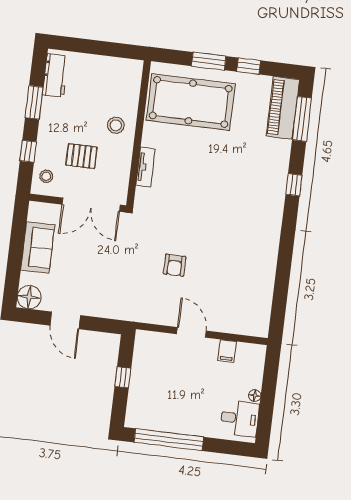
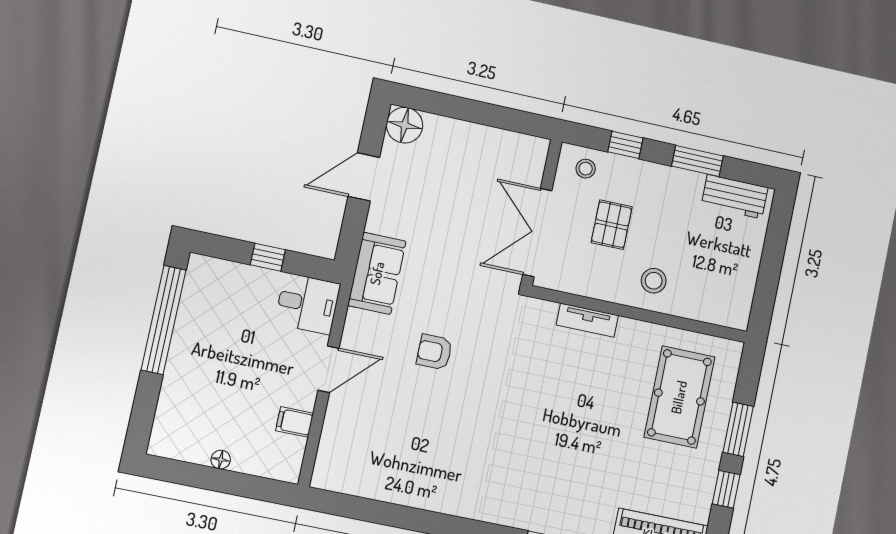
pool table: (191, 102) -> (679, 397), width x0.73, depth x0.76
sofa: (38, 248) -> (377, 273), moved, turned -90
desk: (240, 418) -> (308, 304), moved, turned -90

